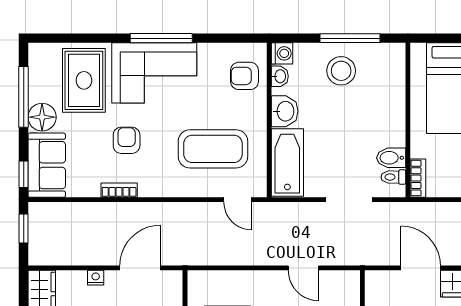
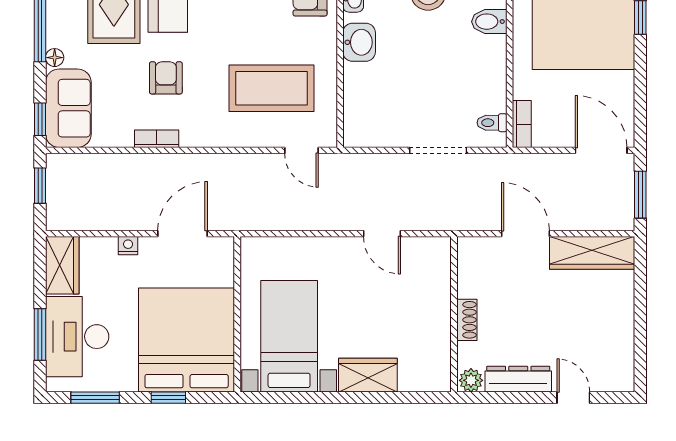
floor lamp: (42, 117) -> (55, 58), width x0.53, depth x0.53
bidet: (391, 158) -> (489, 22), moved
bathtub: (287, 163) -> (362, 105), removed

